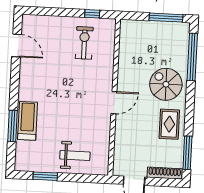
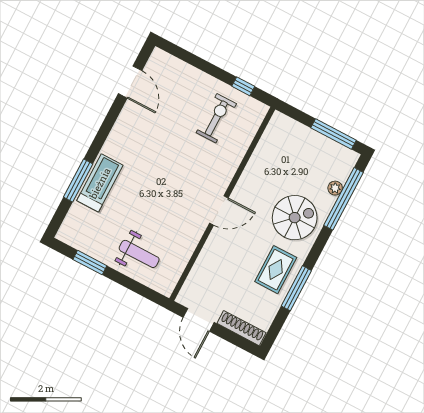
plant: (183, 53) -> (335, 188), added
spiral stairs: (166, 84) -> (295, 218), turned 90
window: (187, 153) -> (296, 288), moved

